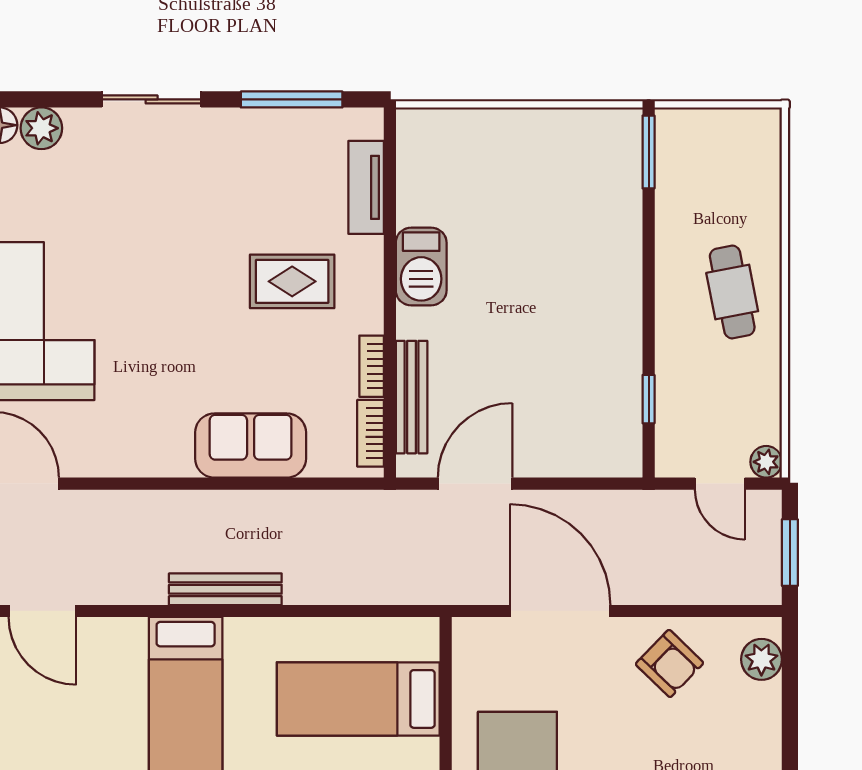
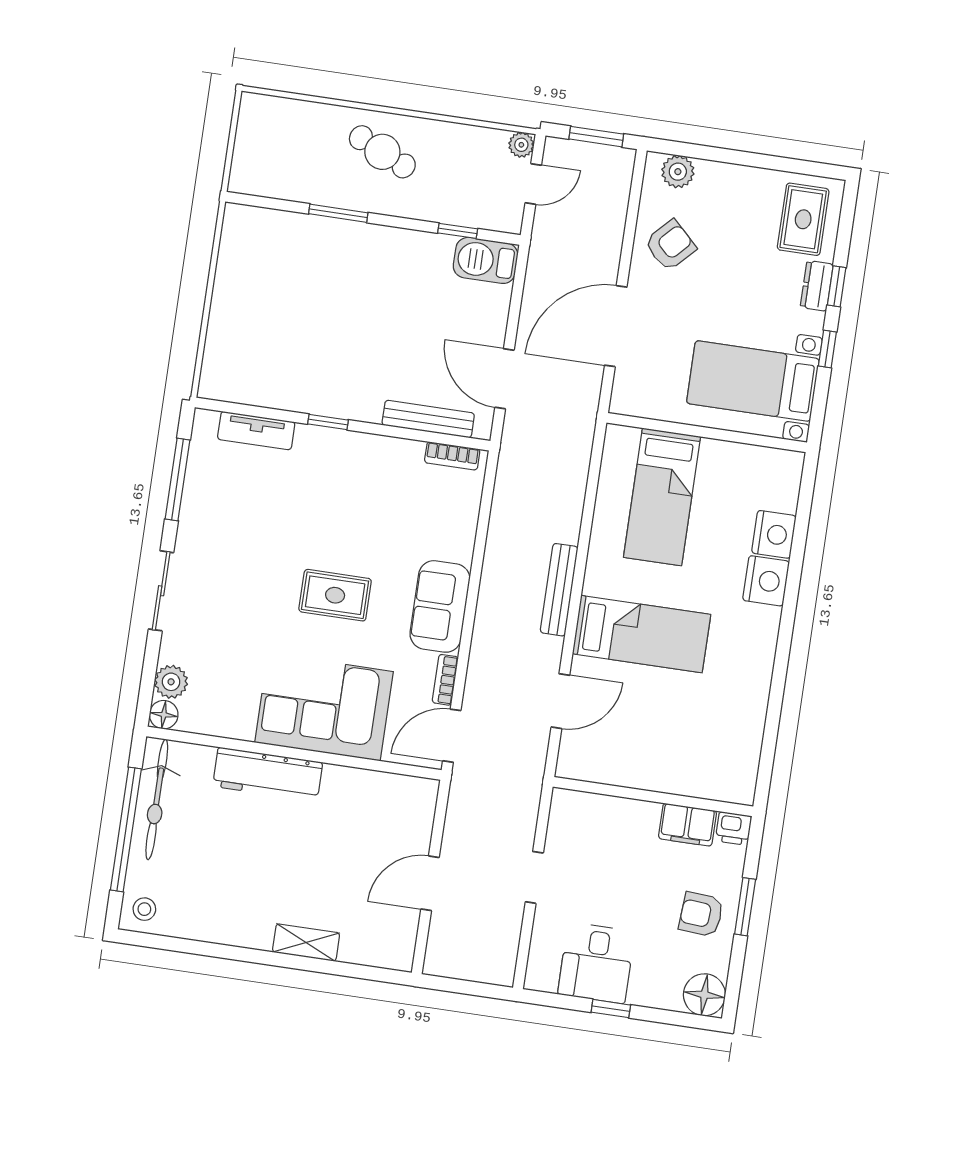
window: (649, 152) -> (338, 213), moved
barbecue: (421, 267) -> (486, 260), moved, turned 180
window: (390, 274) -> (328, 422), added
rug: (292, 281) -> (335, 595), moved, turned 90
cafe table: (732, 292) -> (382, 152), turned 36
bookcase: (372, 366) -> (445, 680), moved, turned 90
sofa: (251, 446) -> (440, 606), moved
door: (42, 611) -> (560, 701), moved

